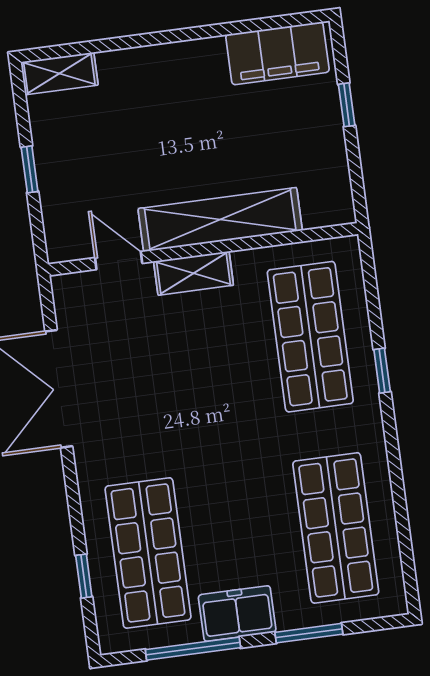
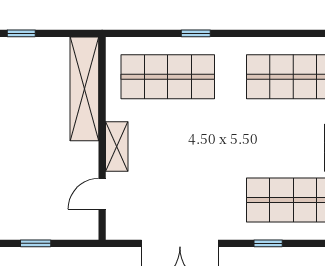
shelving: (220, 220) -> (84, 89), moved
window: (84, 576) -> (268, 243), moved

